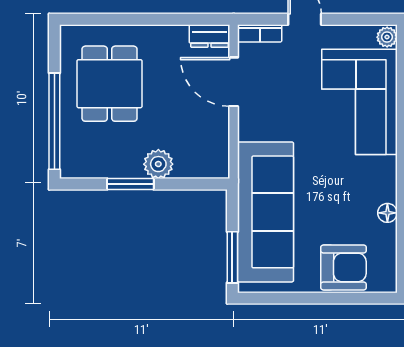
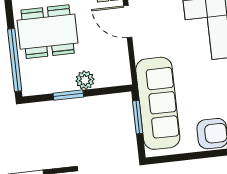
dining table: (110, 84) -> (48, 32), width x1.38
window: (232, 257) -> (138, 117), moved

